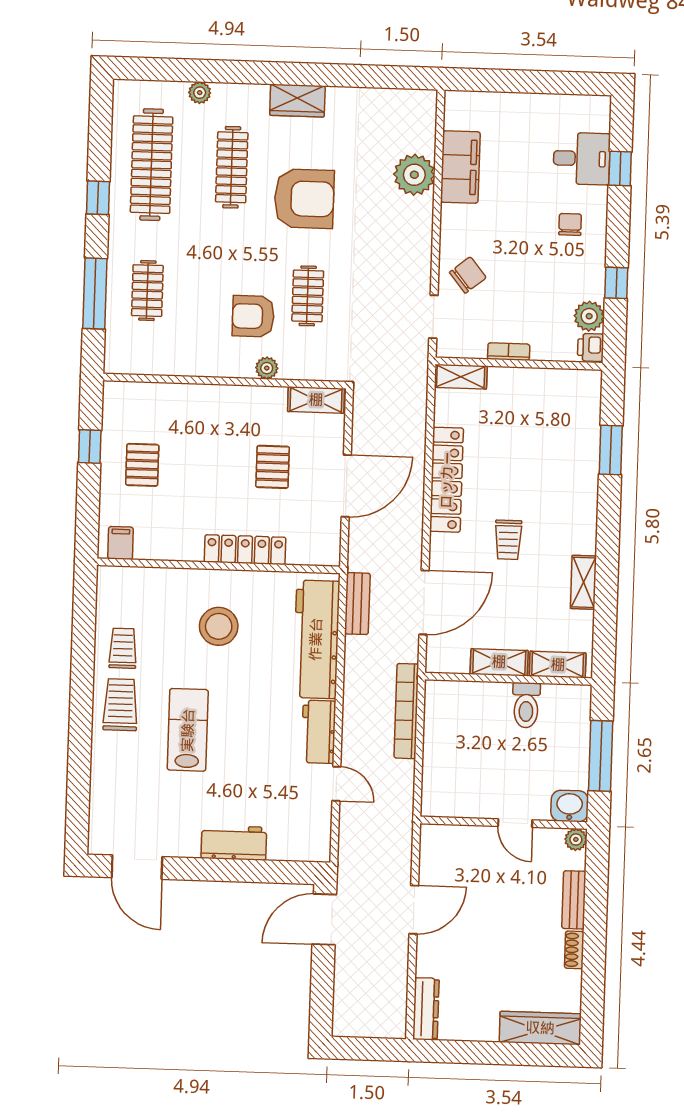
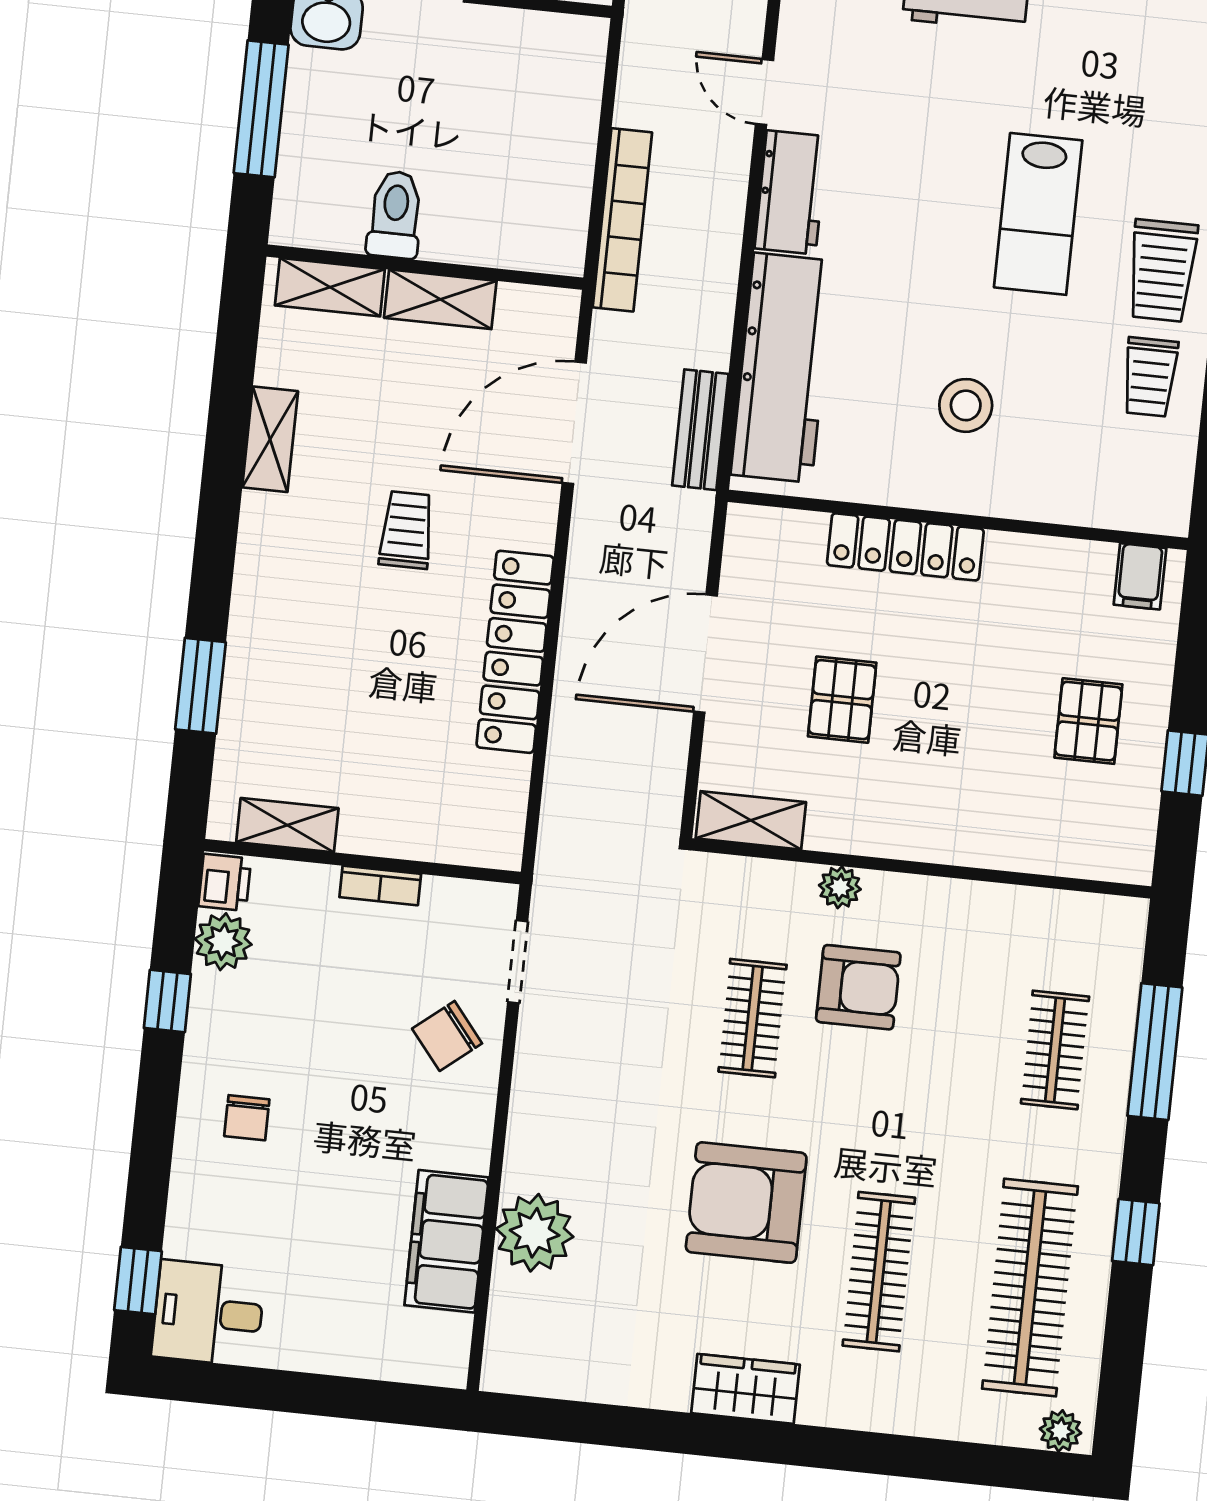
plant: (200, 93) -> (1061, 1431), moved
desk: (582, 159) -> (208, 1313), moved
window: (620, 168) -> (138, 1281), moved
shelving: (461, 377) -> (287, 825), moved
stool: (219, 626) -> (966, 405), width x0.73, depth x0.73

